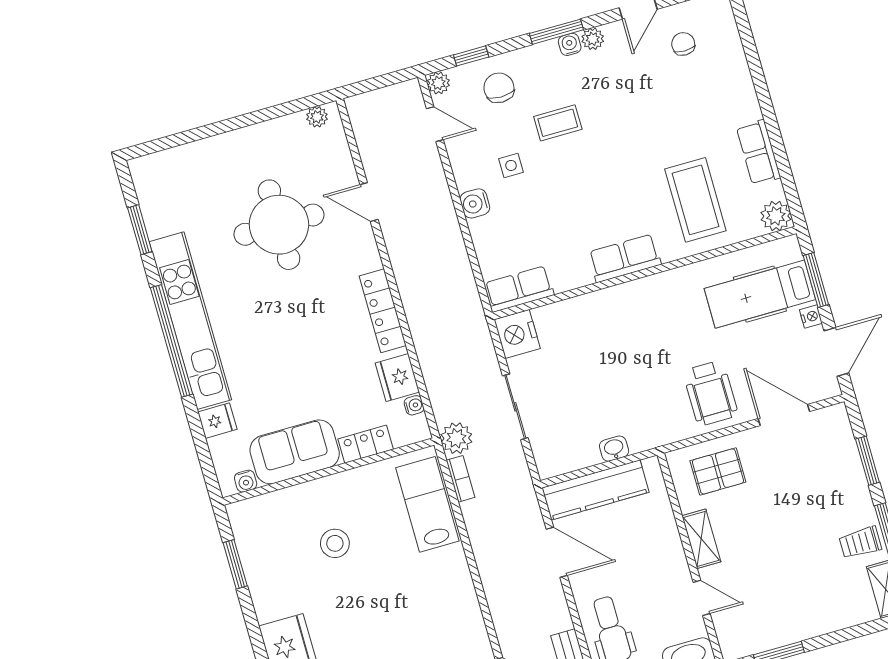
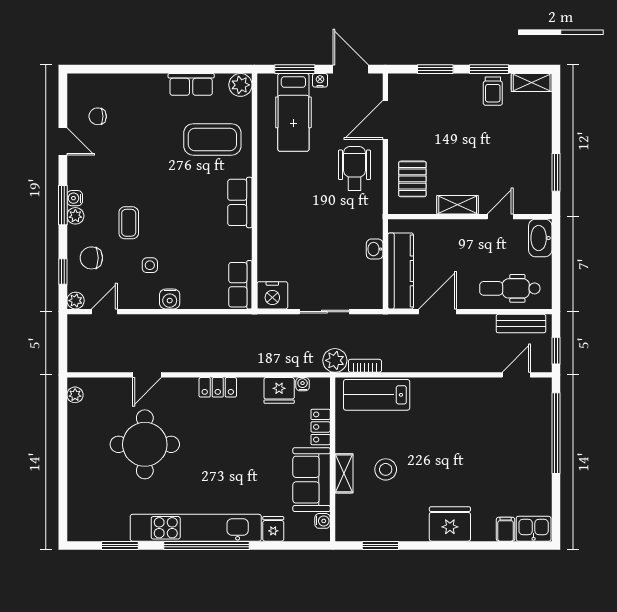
plant: (593, 39) -> (75, 216), moved
locker: (383, 311) -> (218, 387), width x0.66
wheelchair: (710, 393) -> (355, 168), turned -90
shelving: (315, 491) -> (344, 473), added

